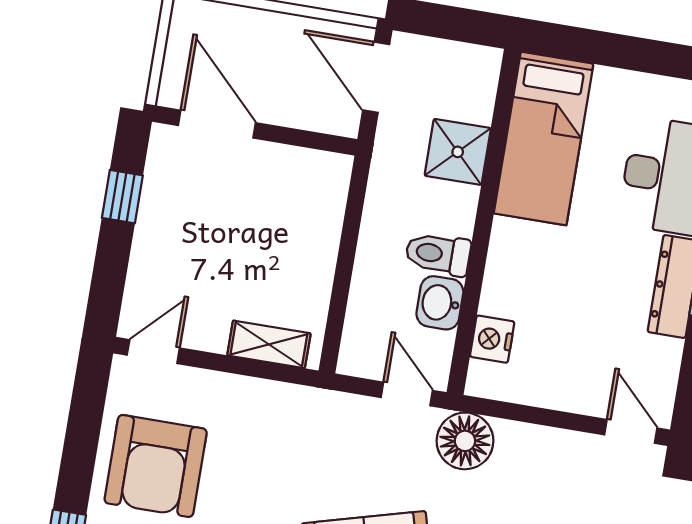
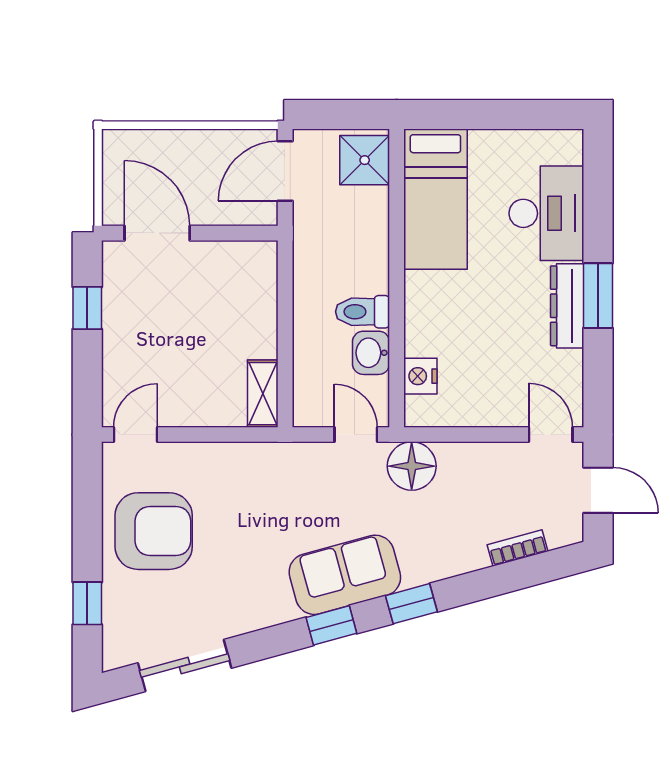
door: (376, 77) -> (285, 171), hinge flipped
shower: (458, 152) -> (365, 160), moved
shelving: (269, 344) -> (263, 394), moved, turned 90
armchair: (156, 466) -> (154, 531), turned -90

